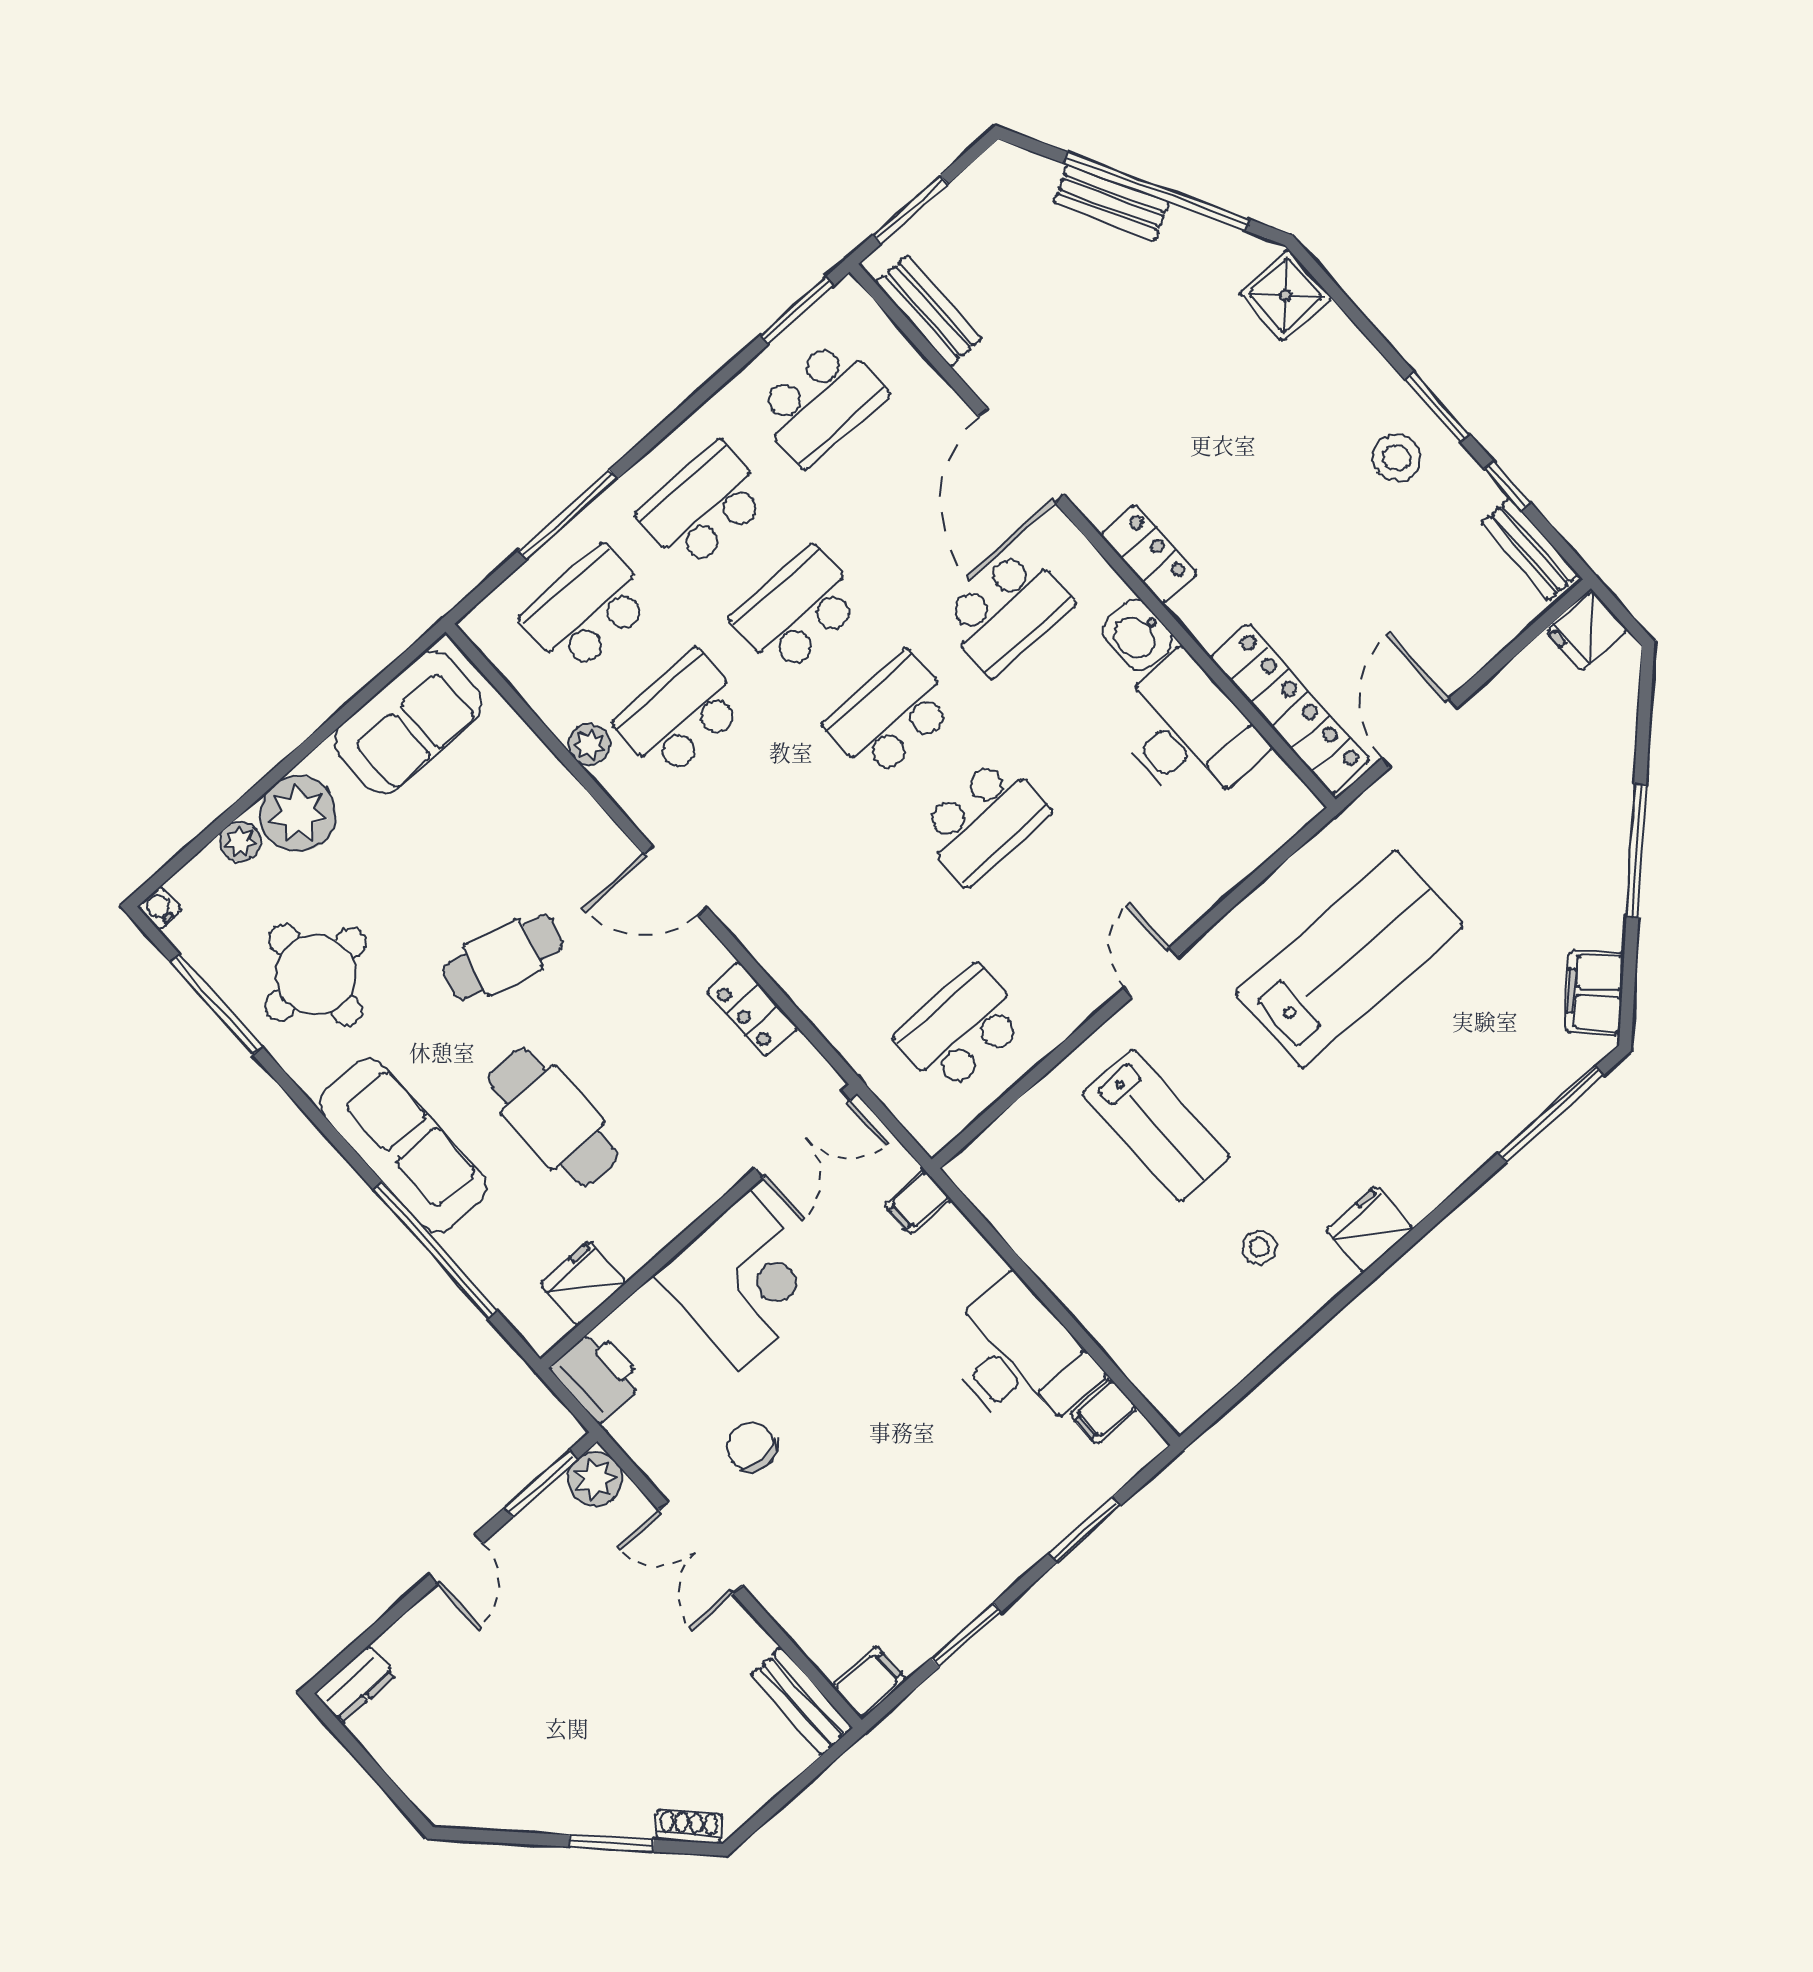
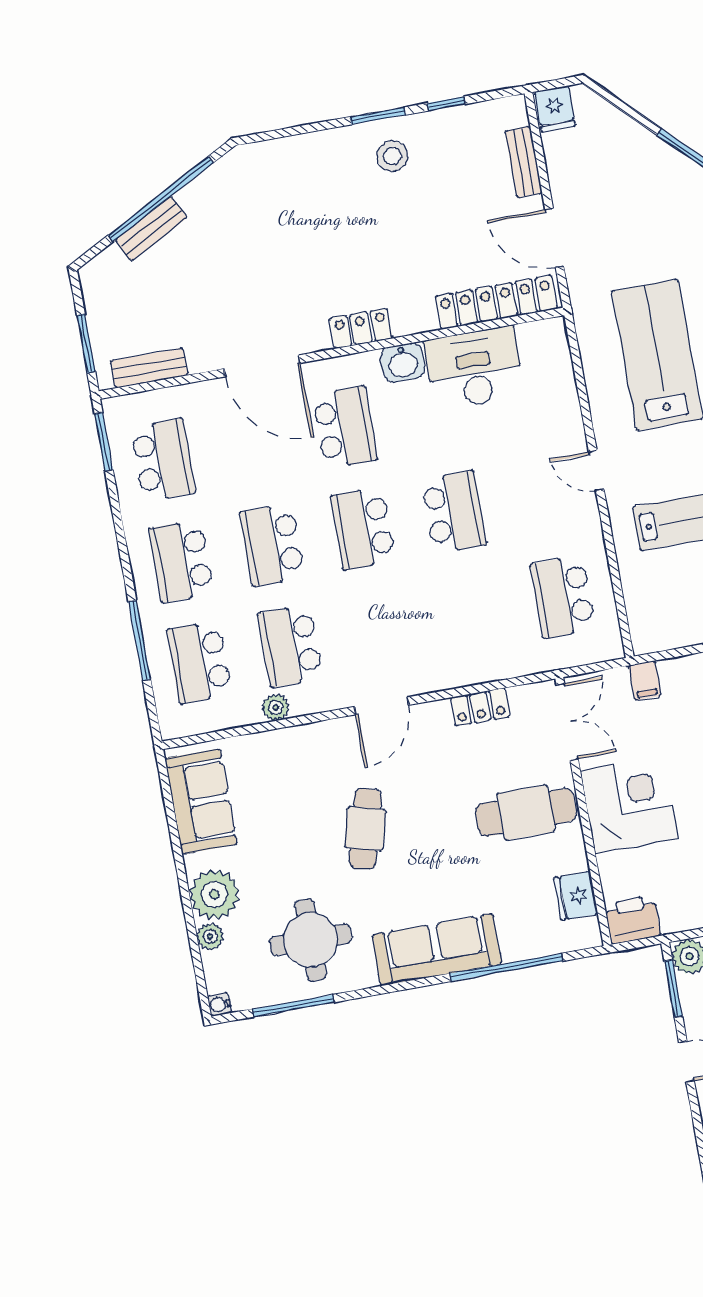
shower: (1286, 295) -> (263, 163), removed
bench: (1530, 549) -> (524, 162), moved, turned 90
cafe table: (553, 1117) -> (526, 812), moved

